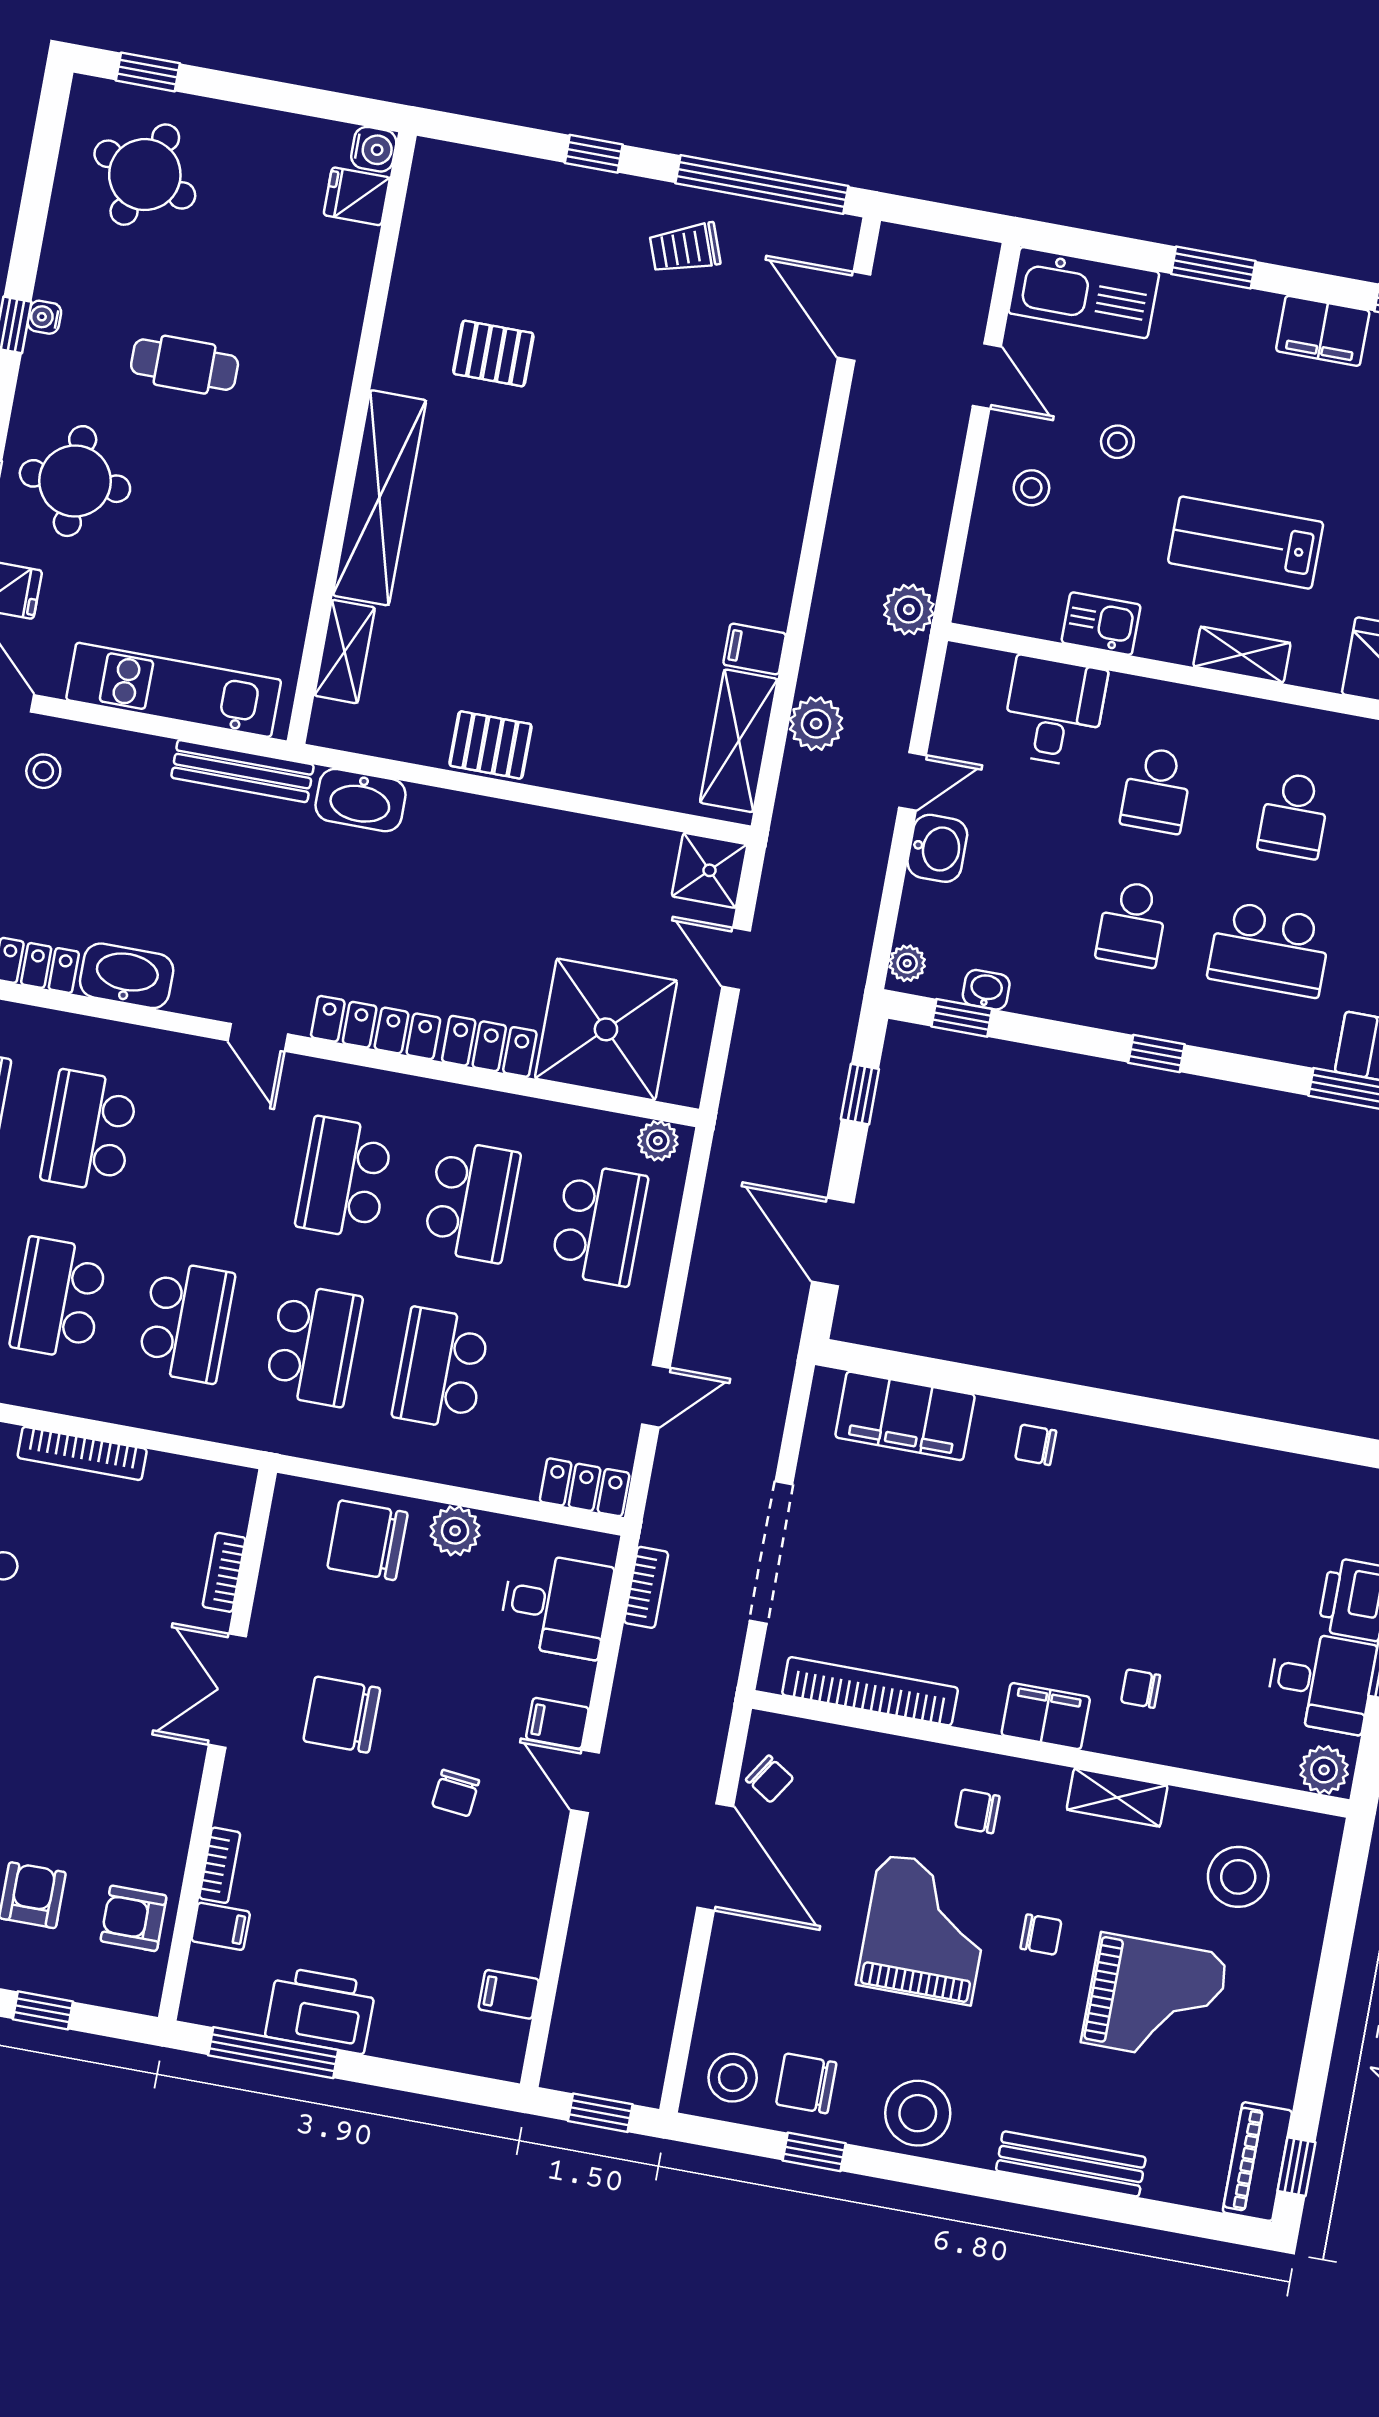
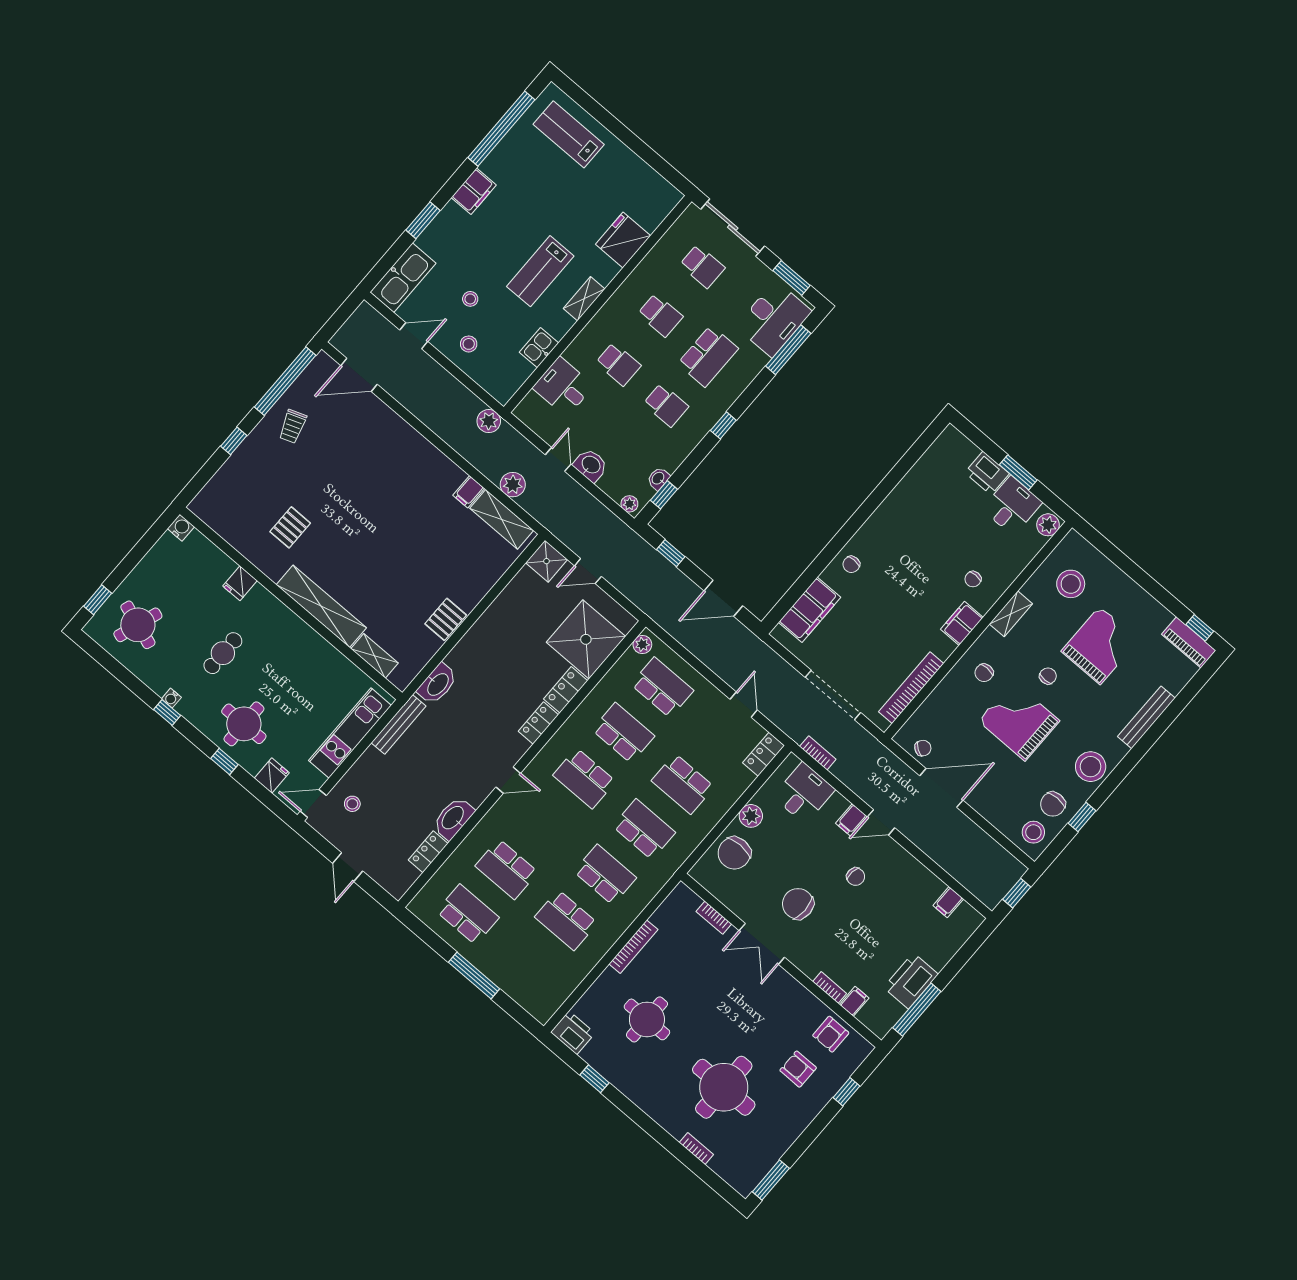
fridge: (357, 196) -> (240, 583), moved
locker: (376, 1028) -> (538, 723), width x0.66
chair: (342, 1715) -> (798, 904), turned 90

